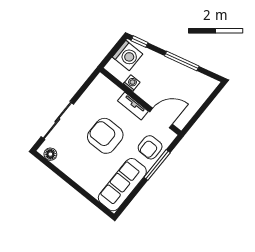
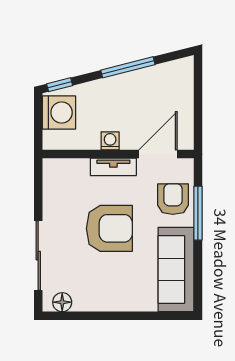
washing machine: (132, 83) -> (110, 141), moved
armchair: (105, 136) -> (109, 228), turned 180
armchair: (150, 147) -> (173, 199), turned 180

